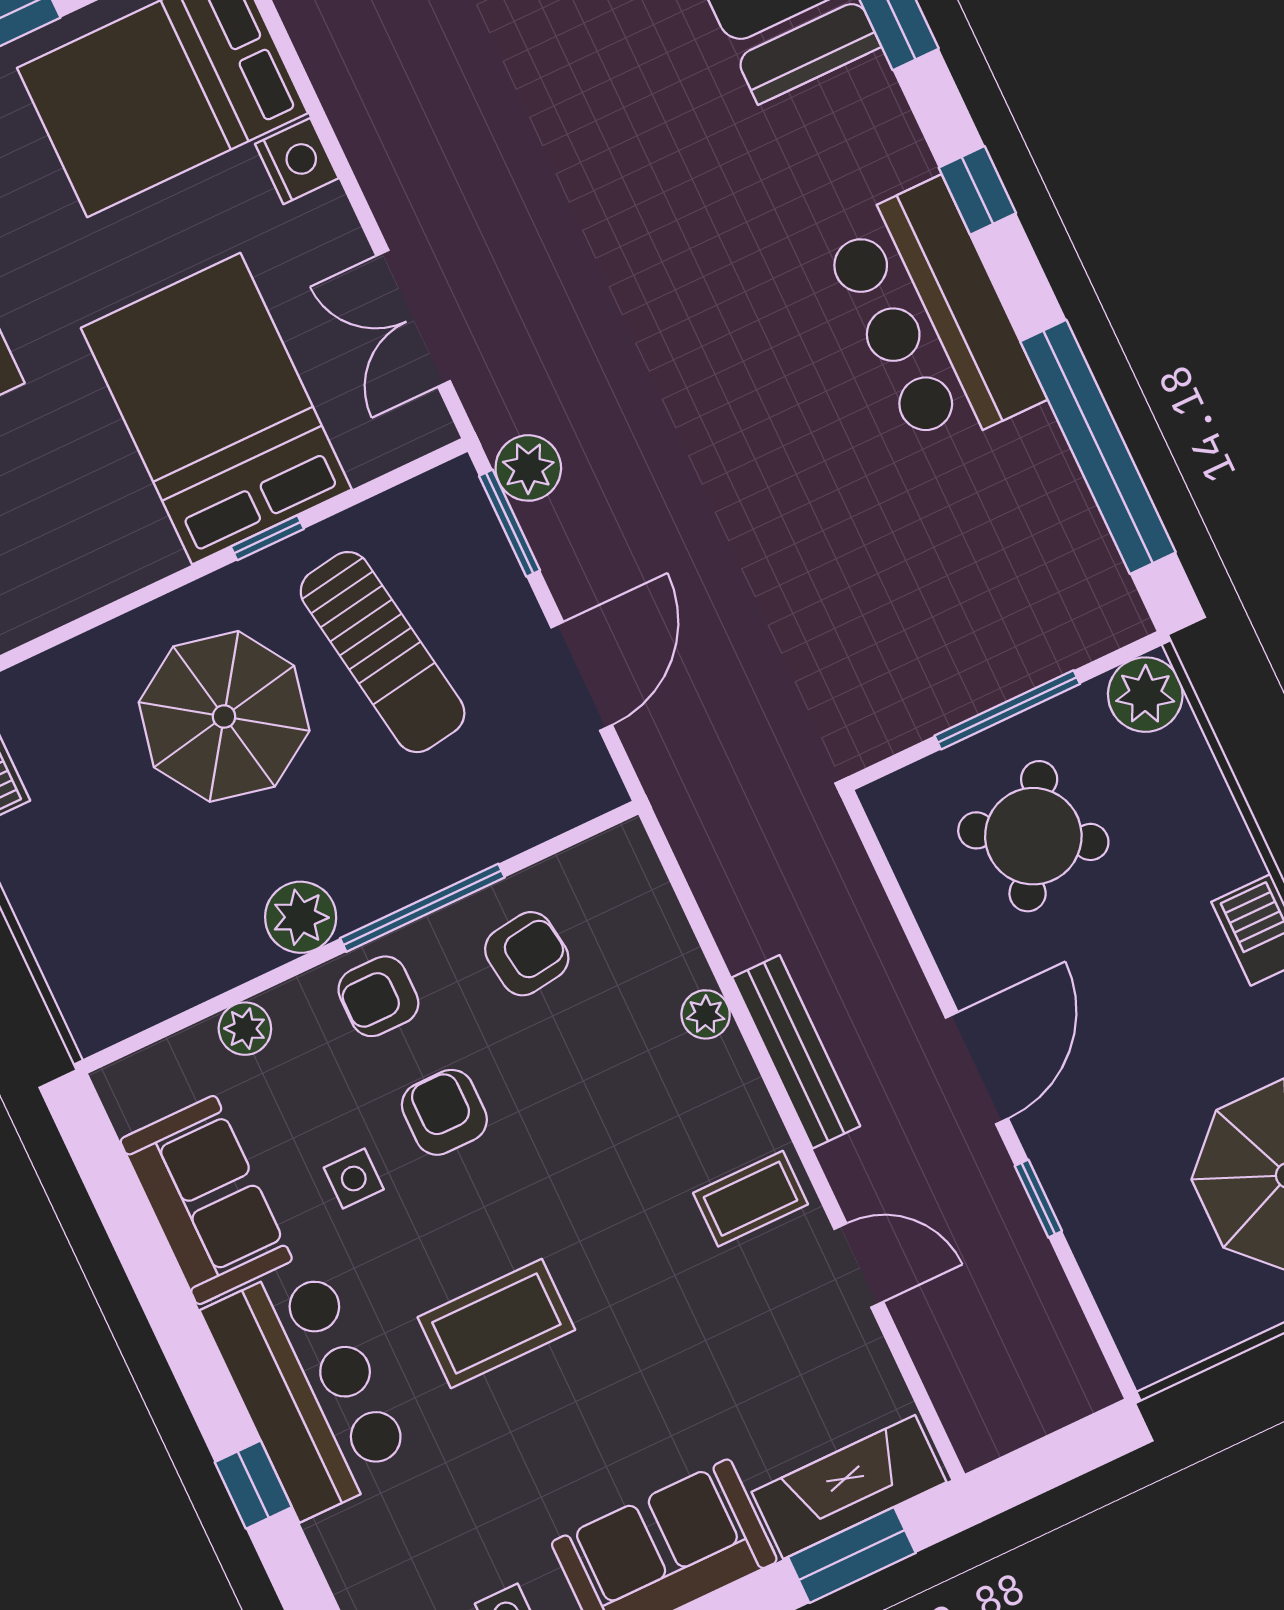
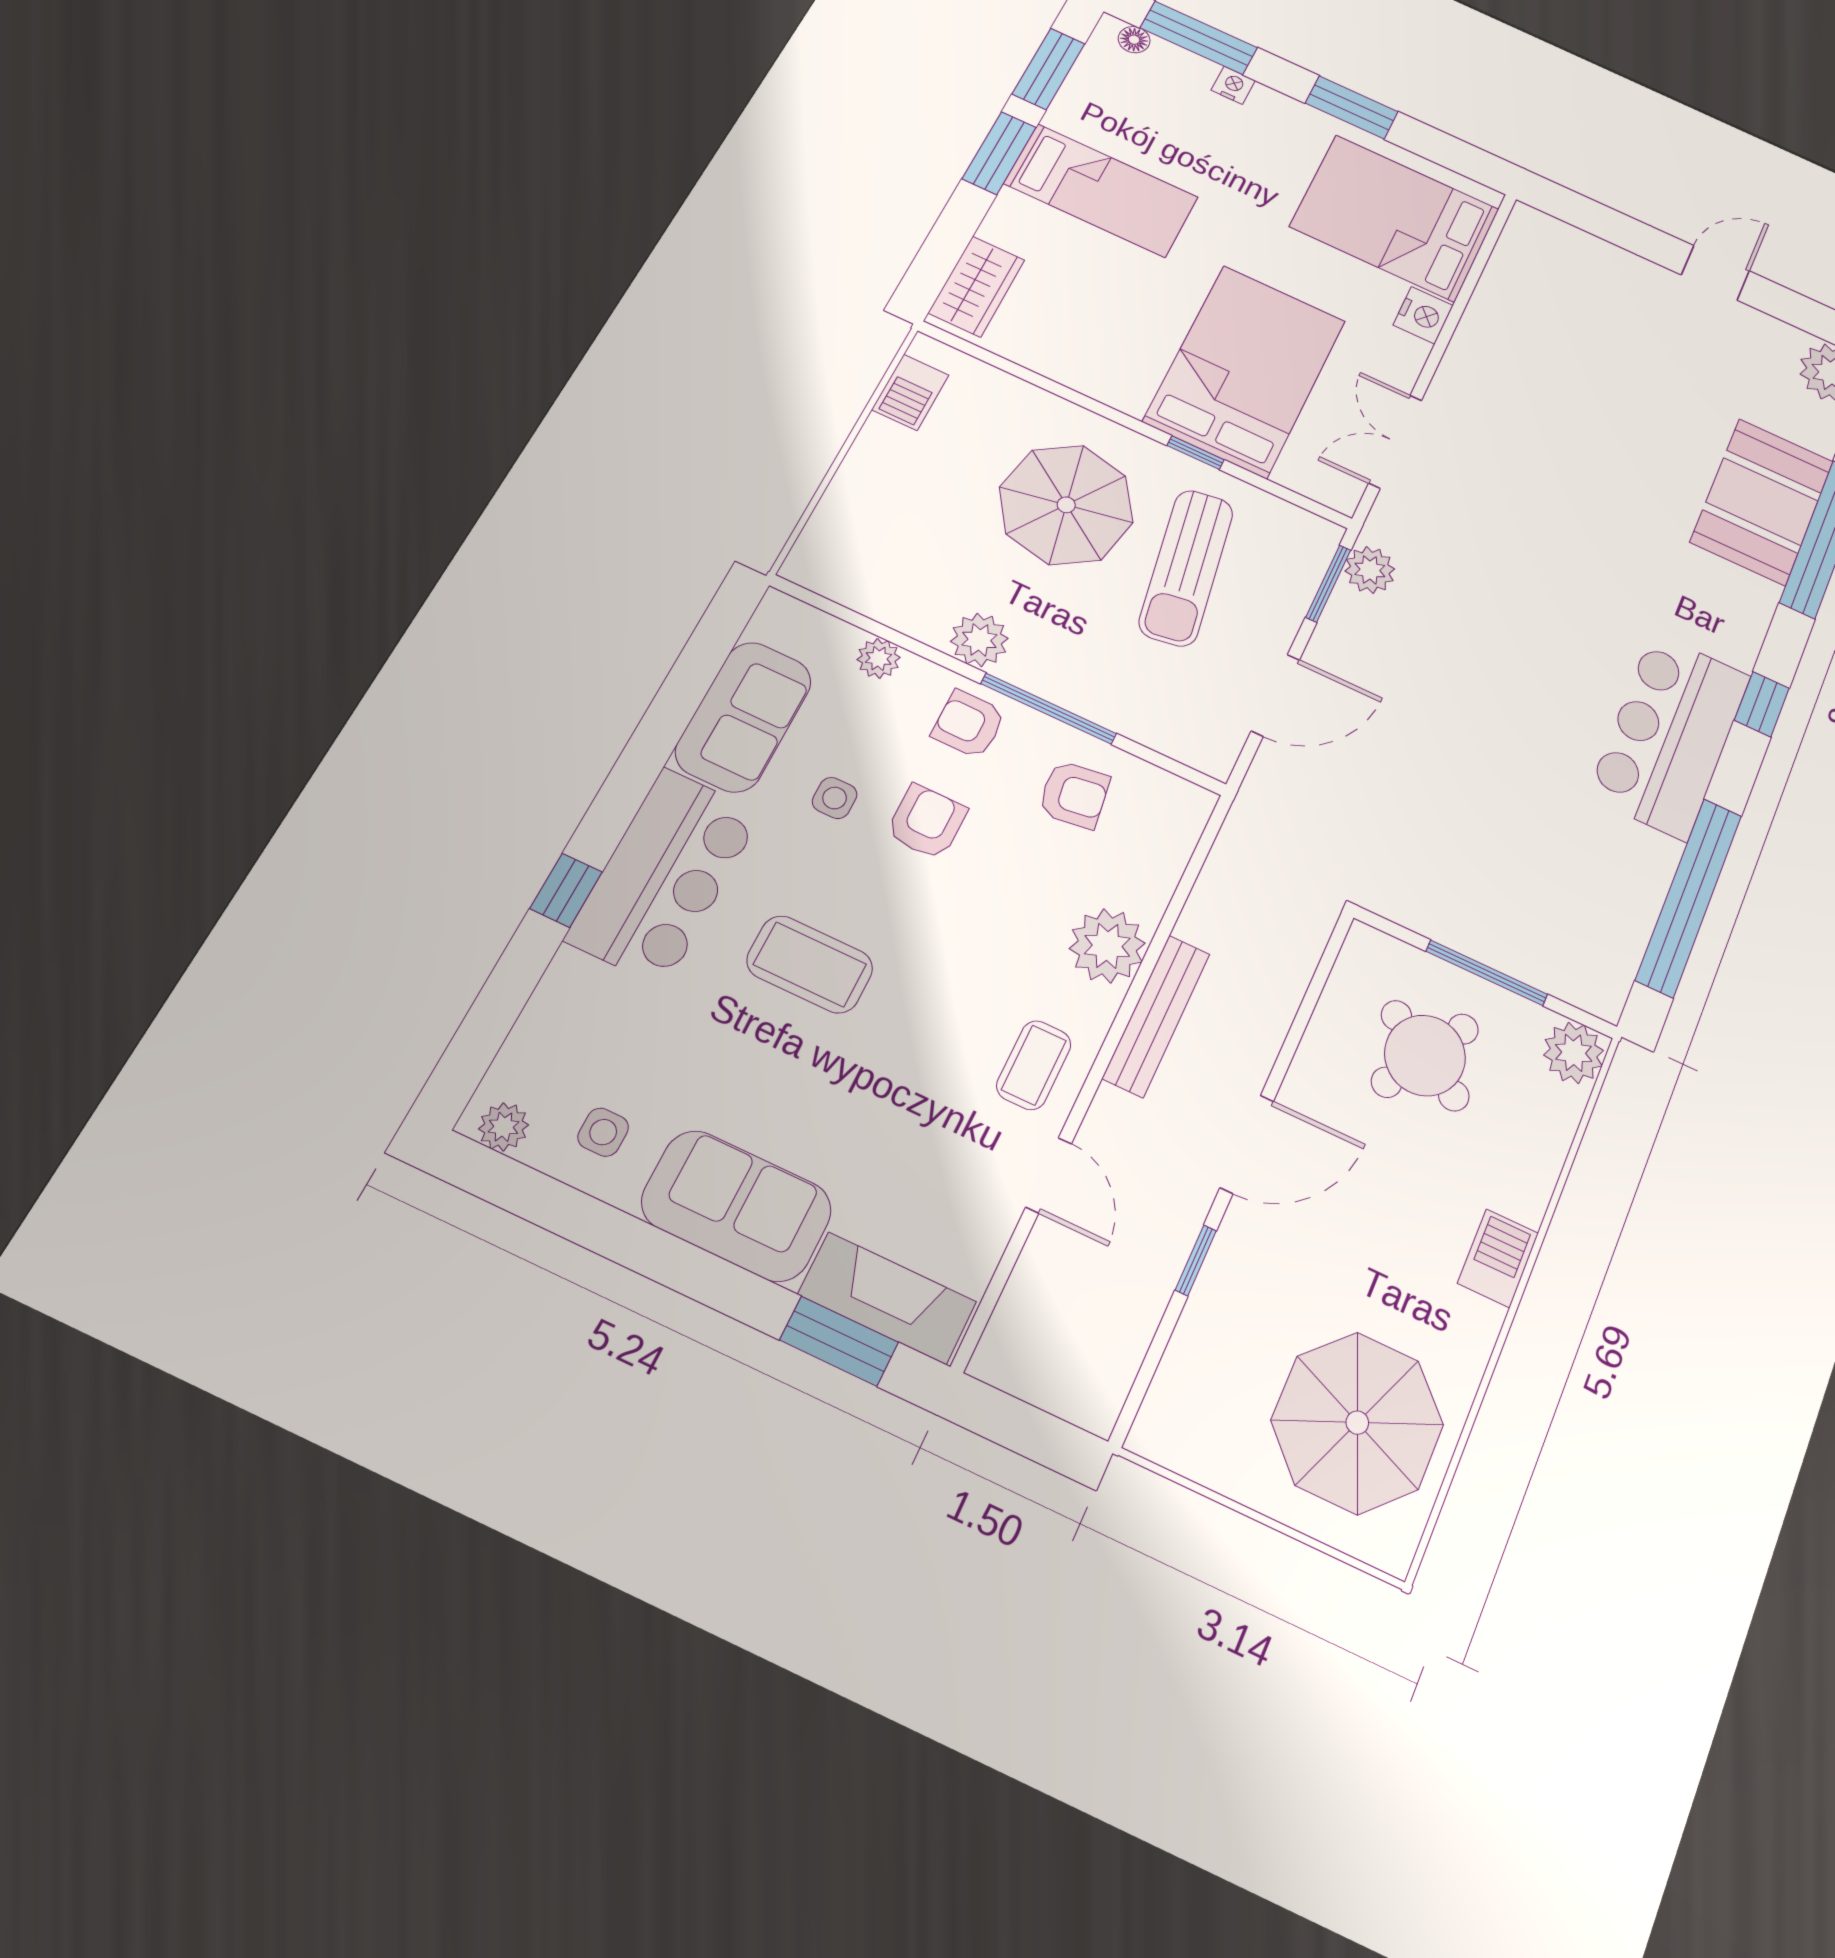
plant: (706, 1014) -> (1107, 946), width x1.88, depth x1.88
coffee table: (751, 1199) -> (1034, 1065), turned 90

